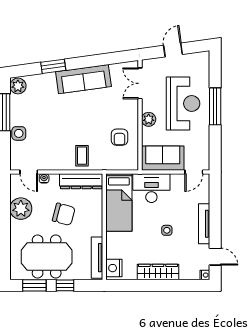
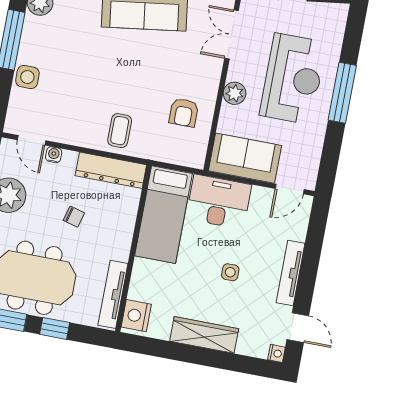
chair: (64, 214) -> (74, 217), width x0.54, depth x0.54

